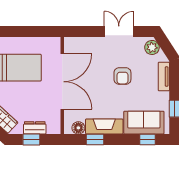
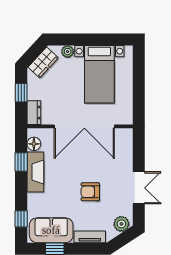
sofa: (144, 123) -> (51, 230), moved, turned -90
dresser: (35, 128) -> (34, 113), moved

